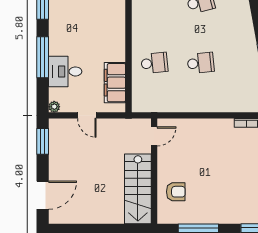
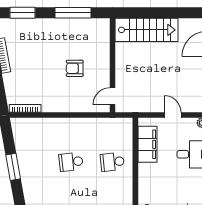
stairs: (138, 189) -> (147, 30), moved, turned 90
armchair: (176, 192) -> (75, 68), moved

